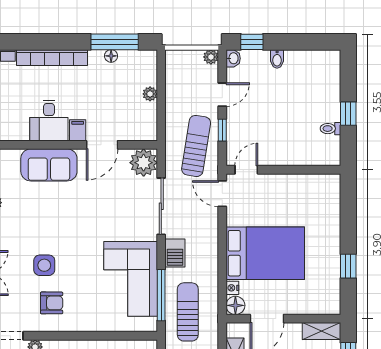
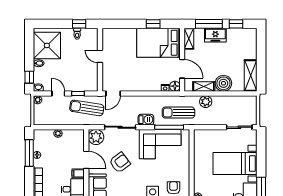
shower: (309, 74) -> (47, 45), added
window: (348, 114) -> (79, 24), moved
door: (246, 170) -> (100, 56), moved
armchair: (97, 206) -> (120, 162), added
bed: (265, 253) -> (158, 43), moved, turned -90

